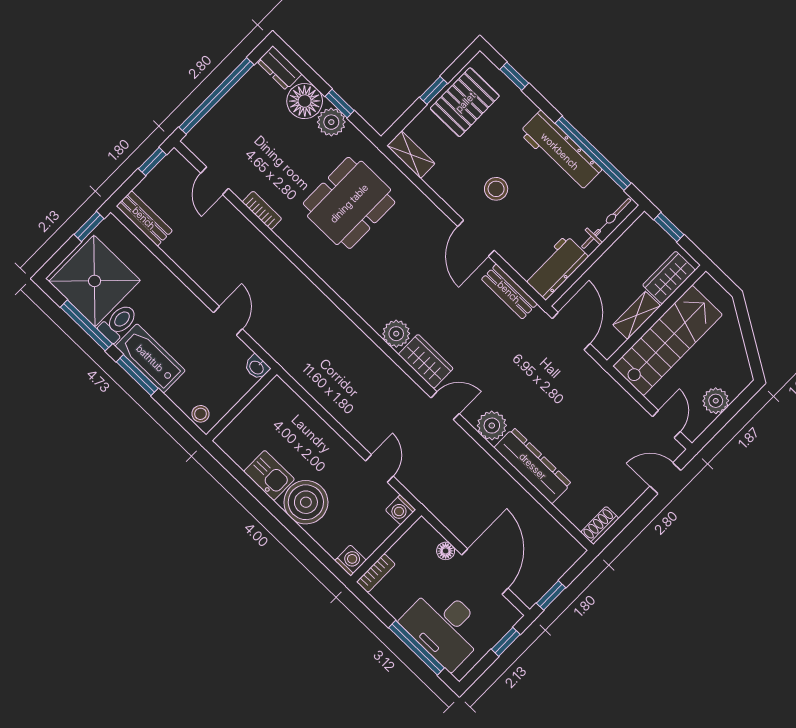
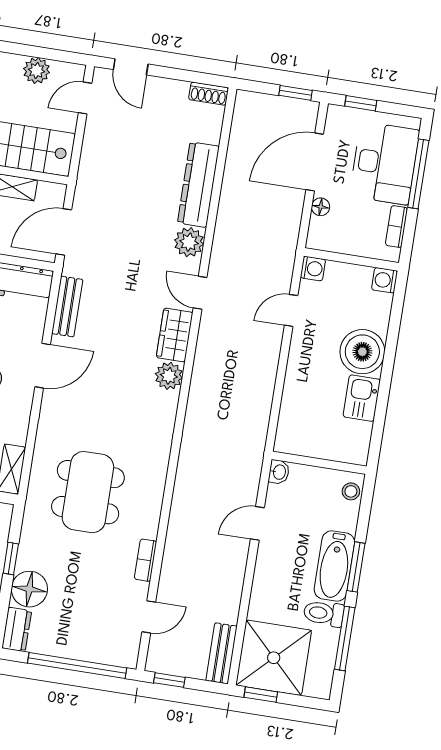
plant: (331, 122) -> (31, 554), removed
dining table: (349, 203) -> (88, 492), turned 90
shower: (95, 281) -> (274, 658), moved
bookcase: (376, 573) -> (396, 227), moved, turned -90

